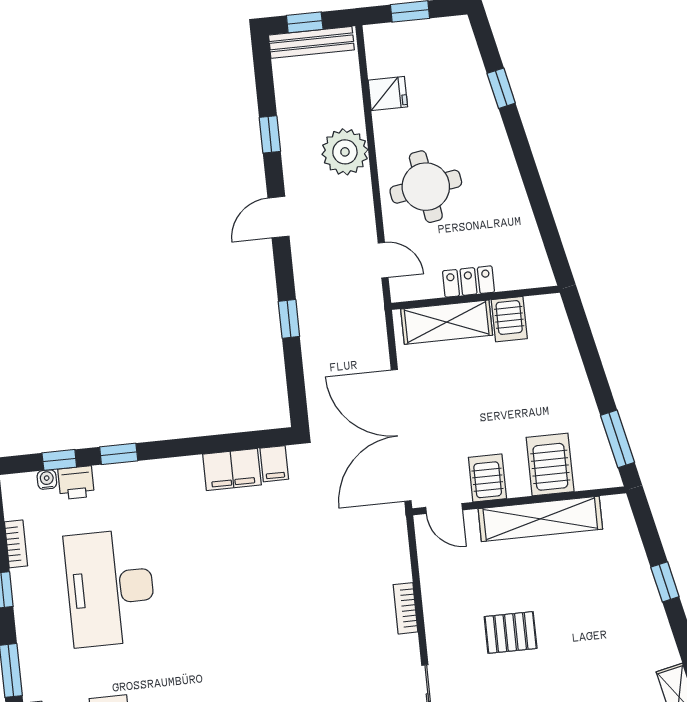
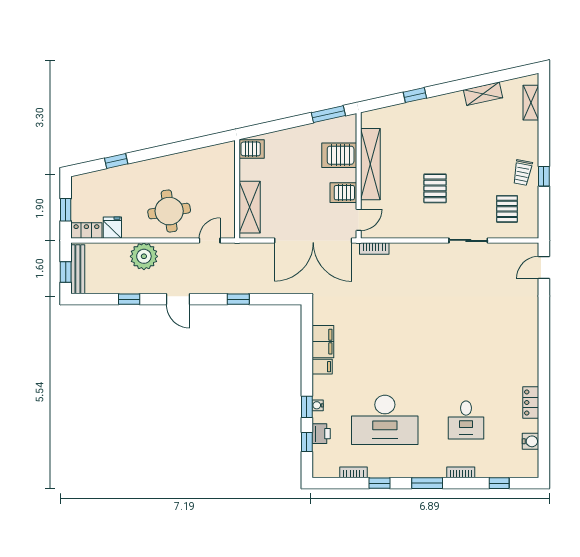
locker: (468, 282) -> (86, 231), moved, turned 90
server rack: (509, 319) -> (252, 149), moved
filing cabinet: (274, 464) -> (322, 367), moved
water cooler: (47, 480) -> (318, 405), moved
bookcase: (406, 608) -> (374, 248), moved

